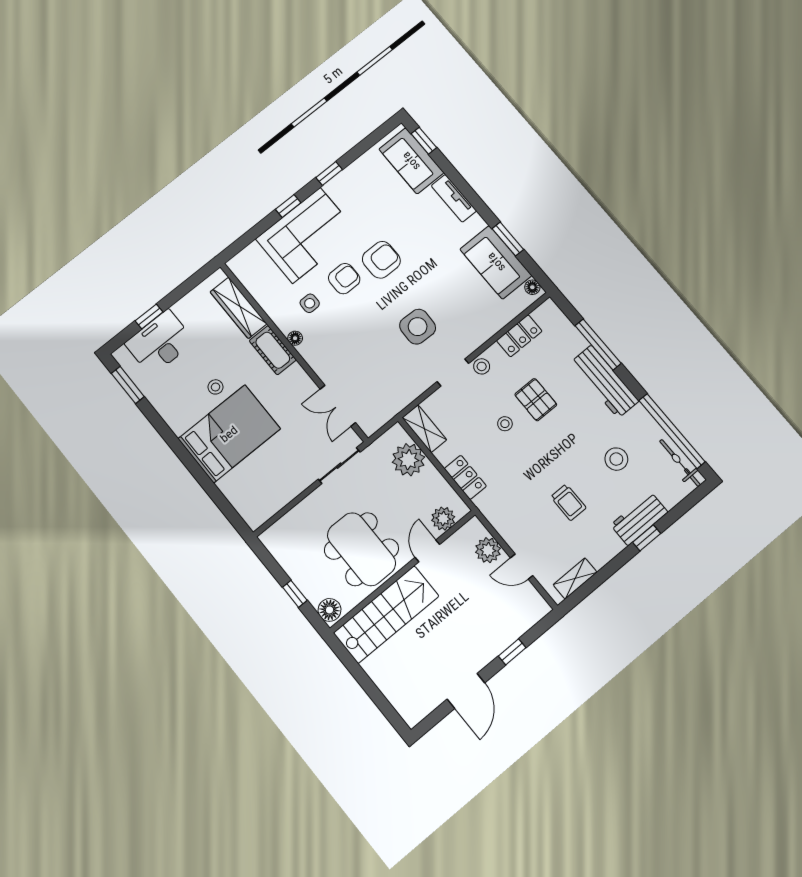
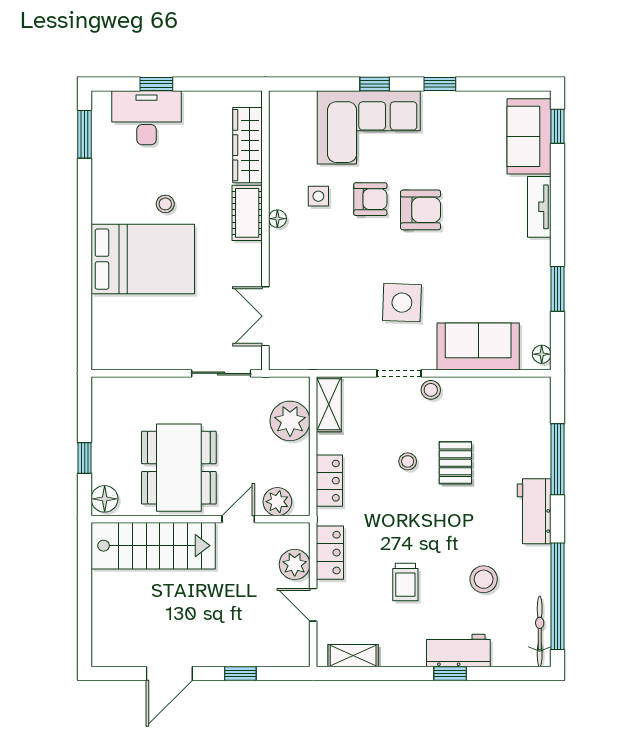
sofa: (496, 262) -> (478, 347), moved, turned 90
locker: (519, 336) -> (330, 553), moved, turned -90
workbench: (605, 382) -> (534, 511), width x0.73

